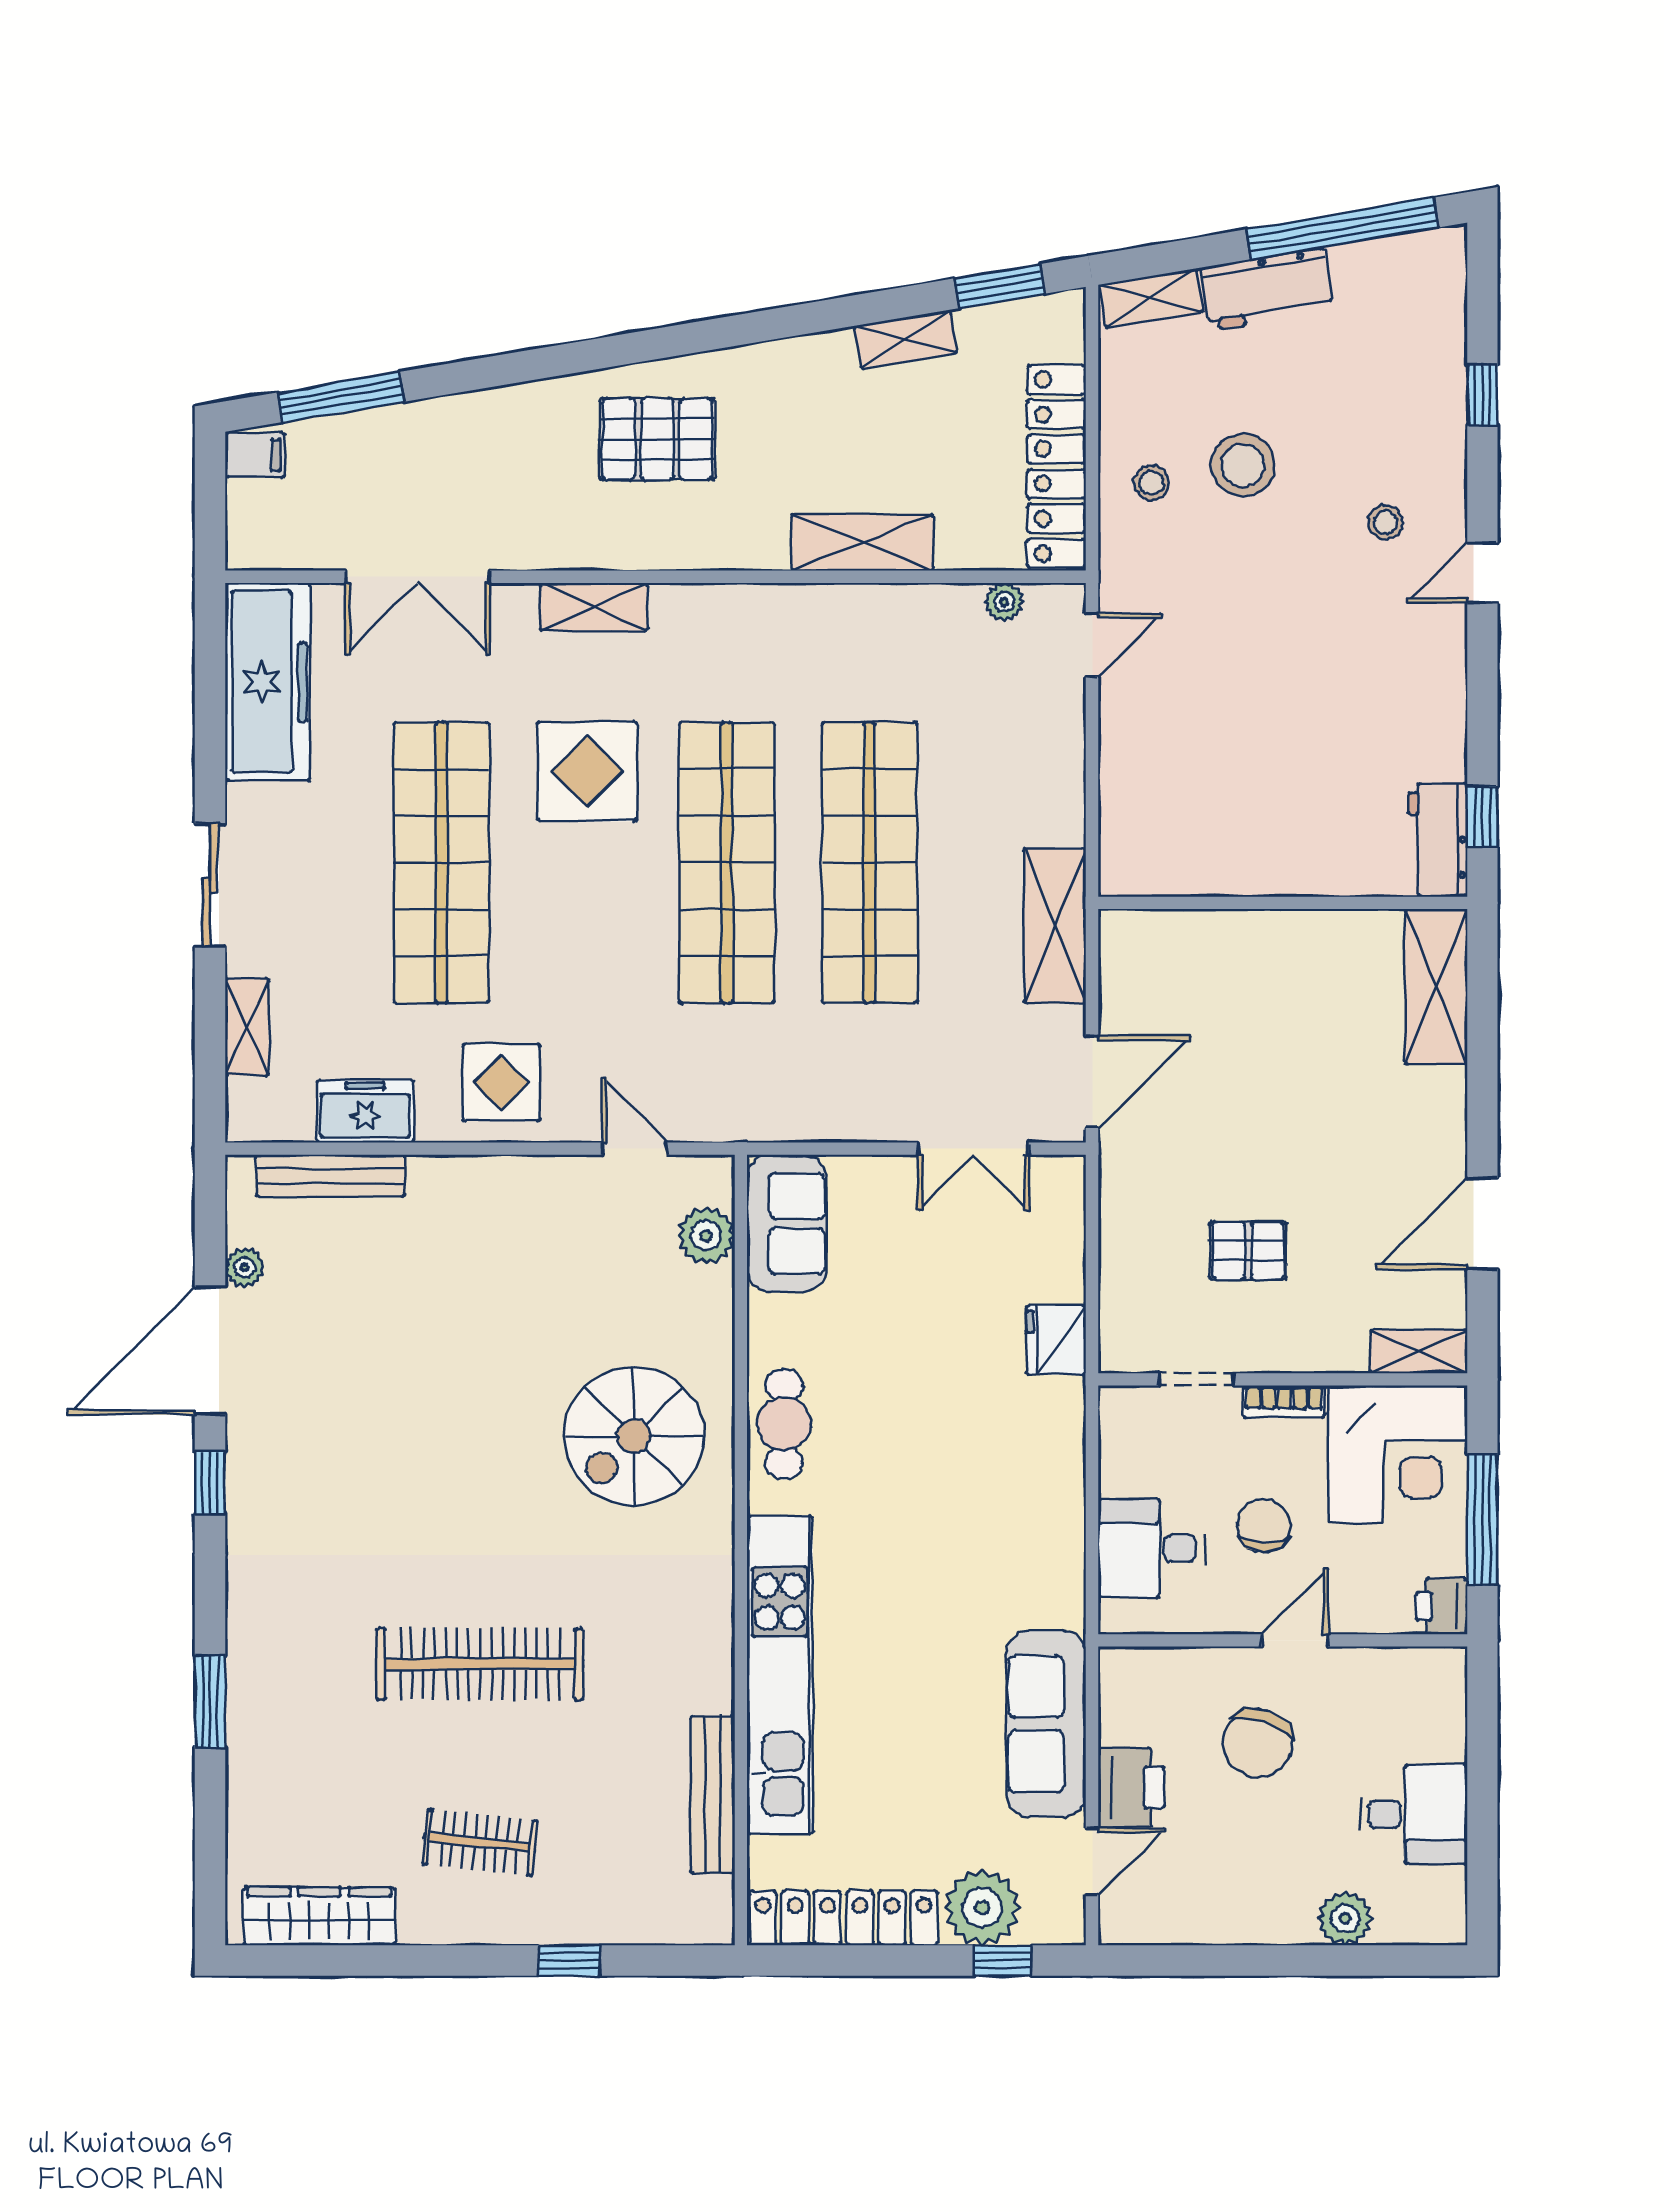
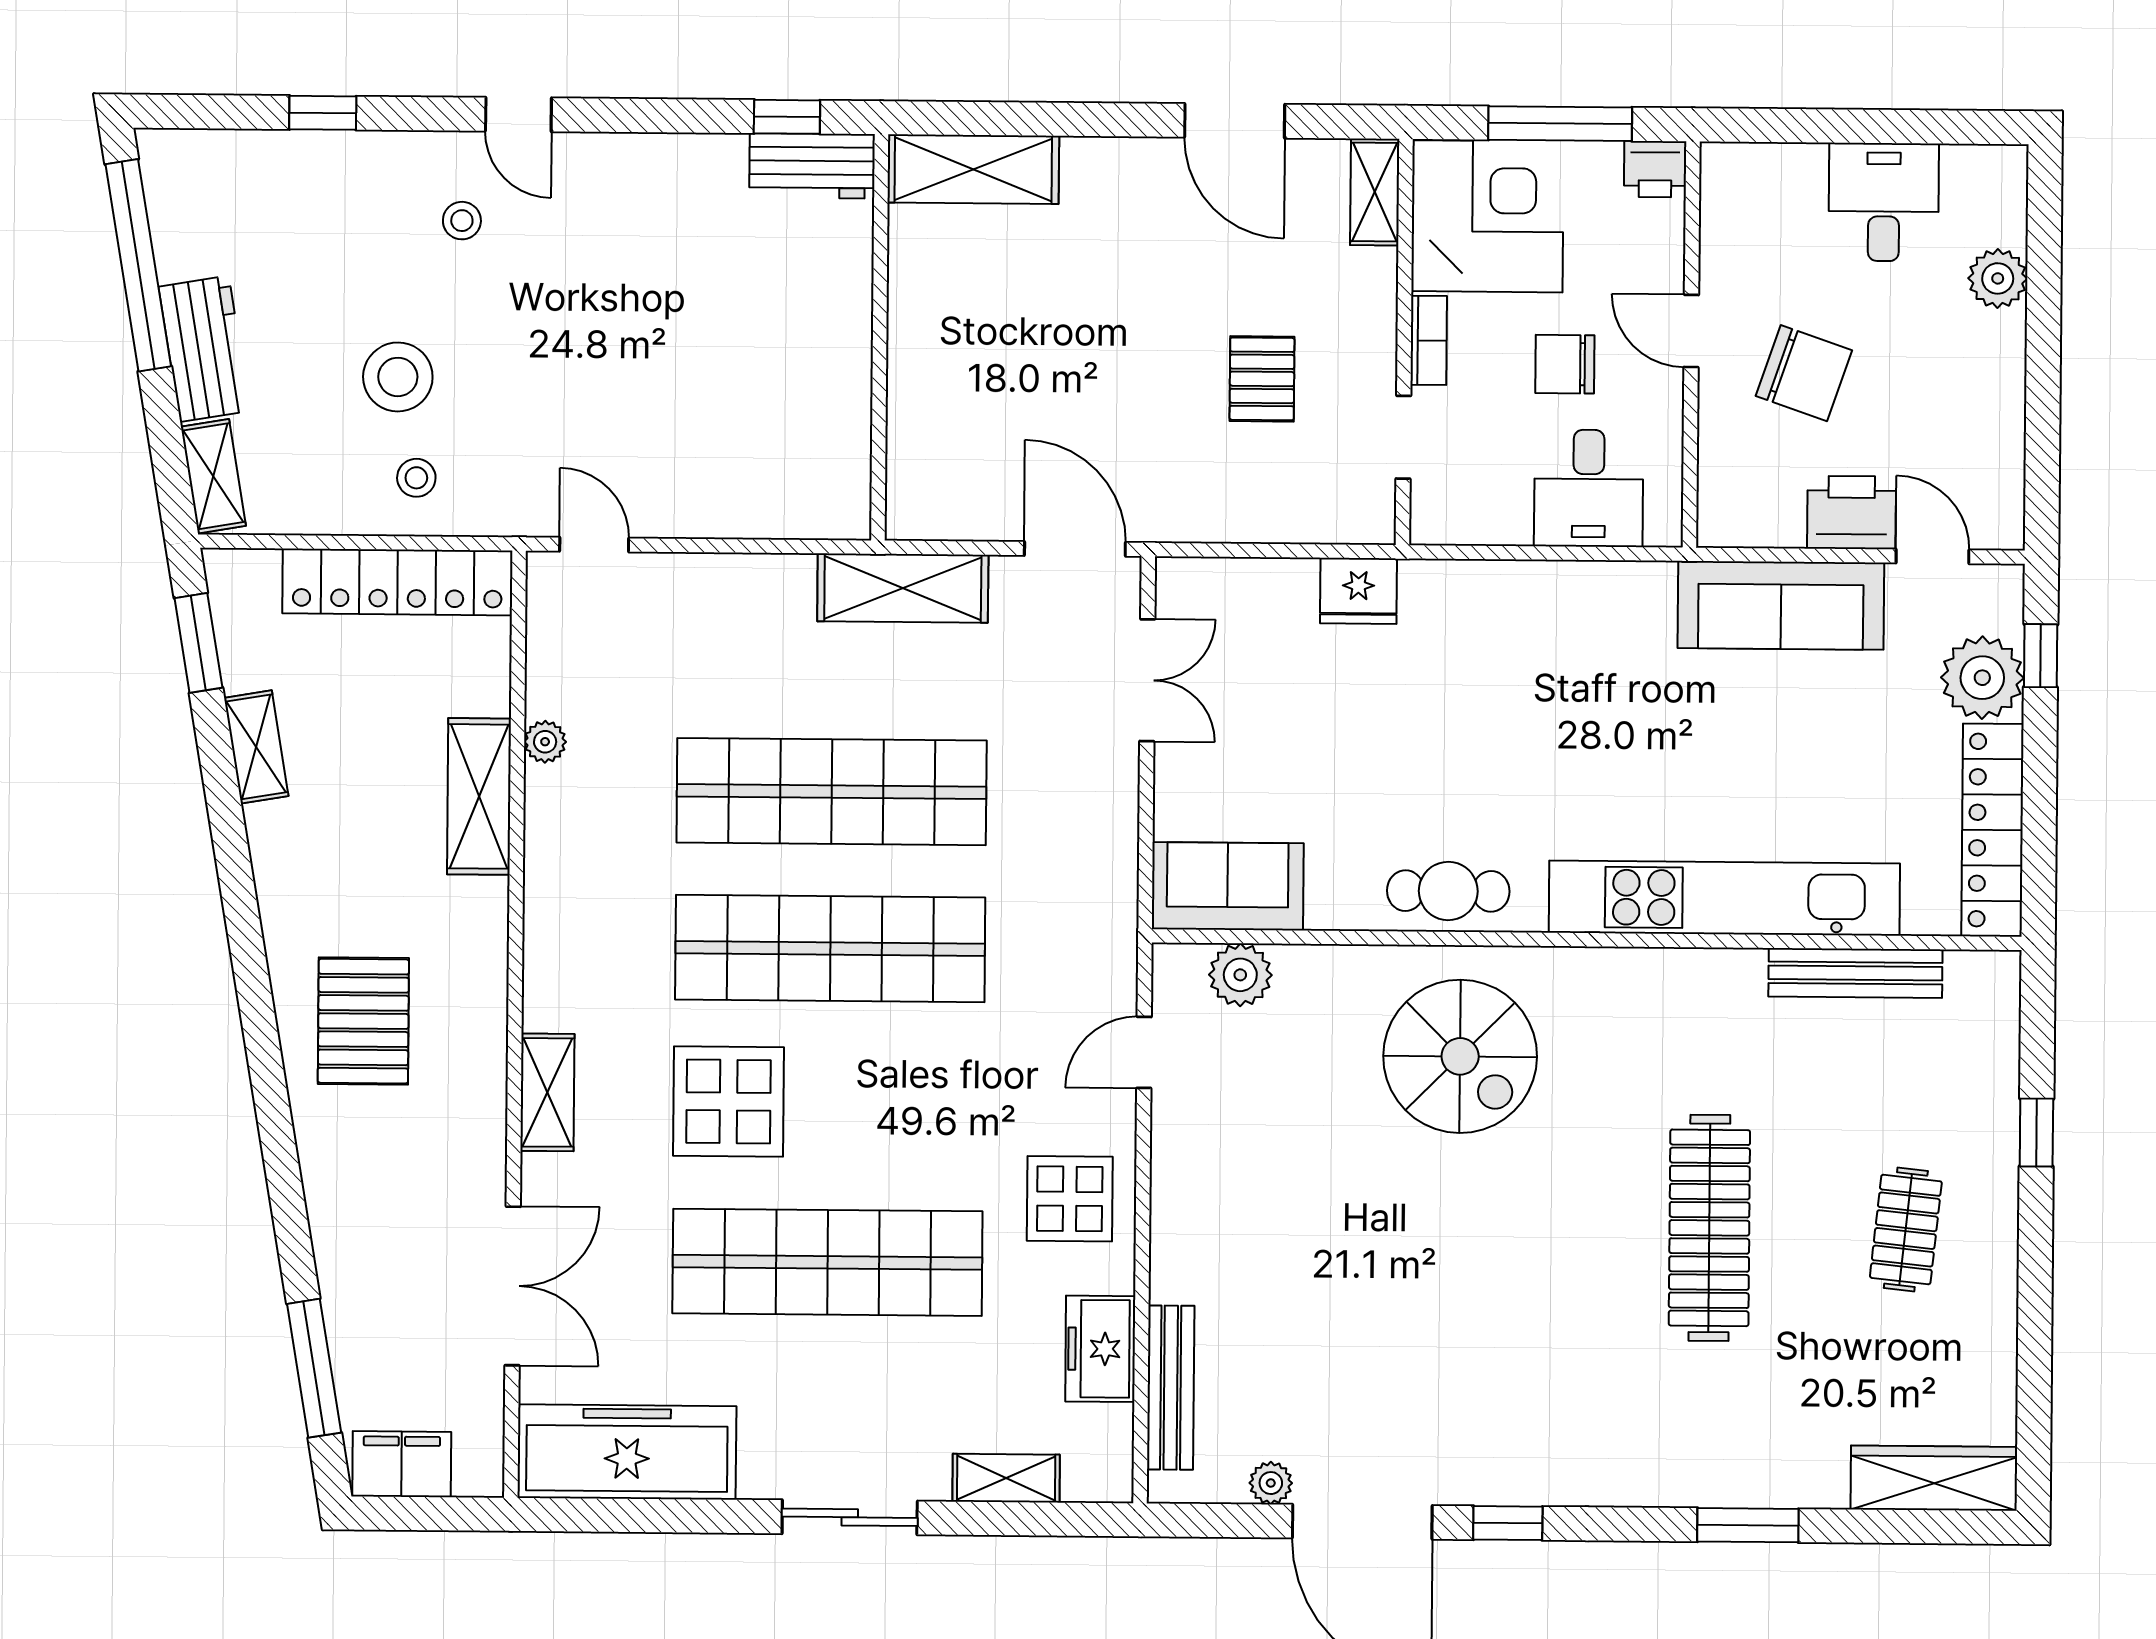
filing cabinet: (255, 455) -> (402, 1464), width x2.00
plant: (1004, 602) -> (545, 742), moved
wardrobe: (319, 1916) -> (1934, 1478), moved, turned 90

